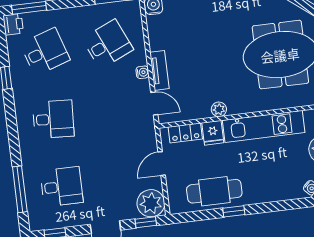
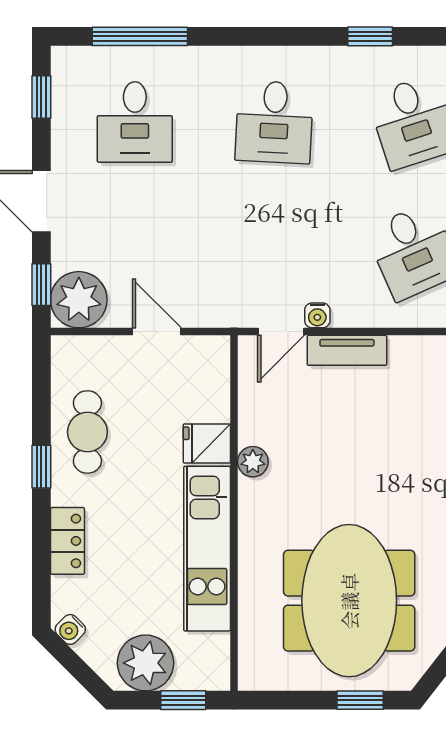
water cooler: (142, 72) -> (317, 315), moved
locker: (185, 133) -> (67, 541), moved, turned 180
cafe table: (214, 191) -> (87, 432), width x0.73, depth x0.74

